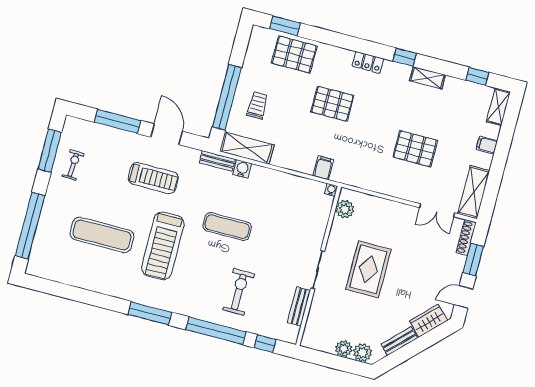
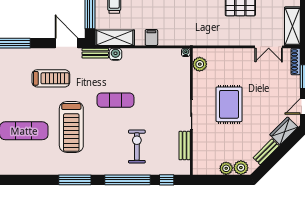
door: (167, 134) -> (66, 43), moved
filing cabinet: (323, 168) -> (151, 37), moved

